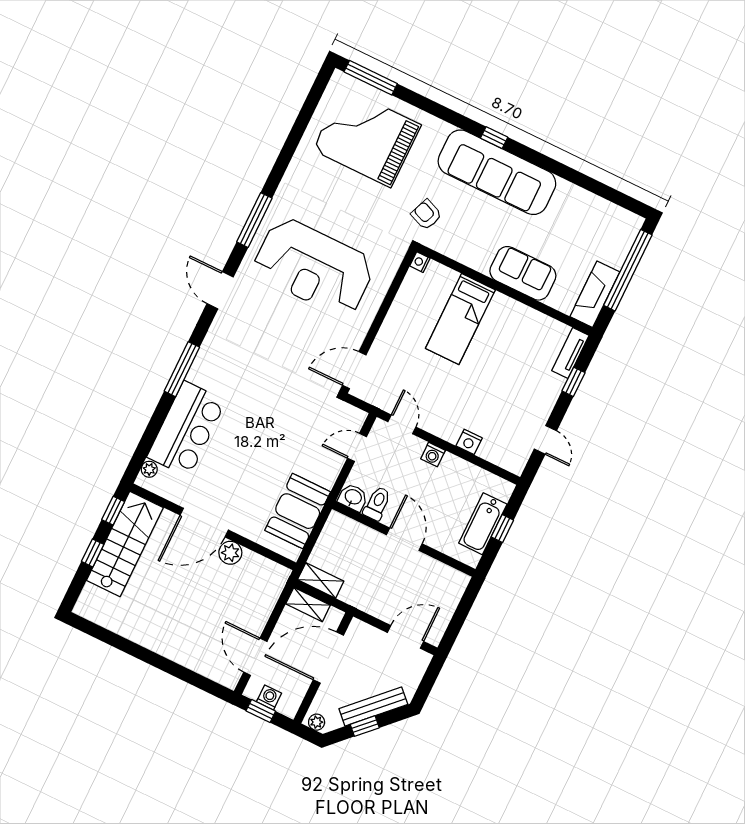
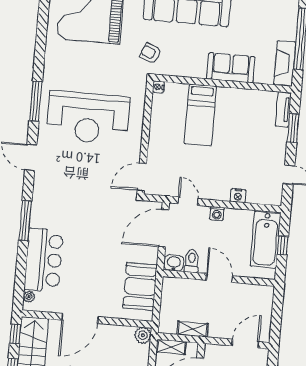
window: (574, 382) -> (293, 128), width x1.50
door: (357, 447) -> (164, 228), width x1.87
bathtub: (483, 524) -> (265, 240), width x1.36, depth x1.36
plant: (230, 553) -> (143, 335), moved
shelving: (321, 580) -> (193, 329), moved

